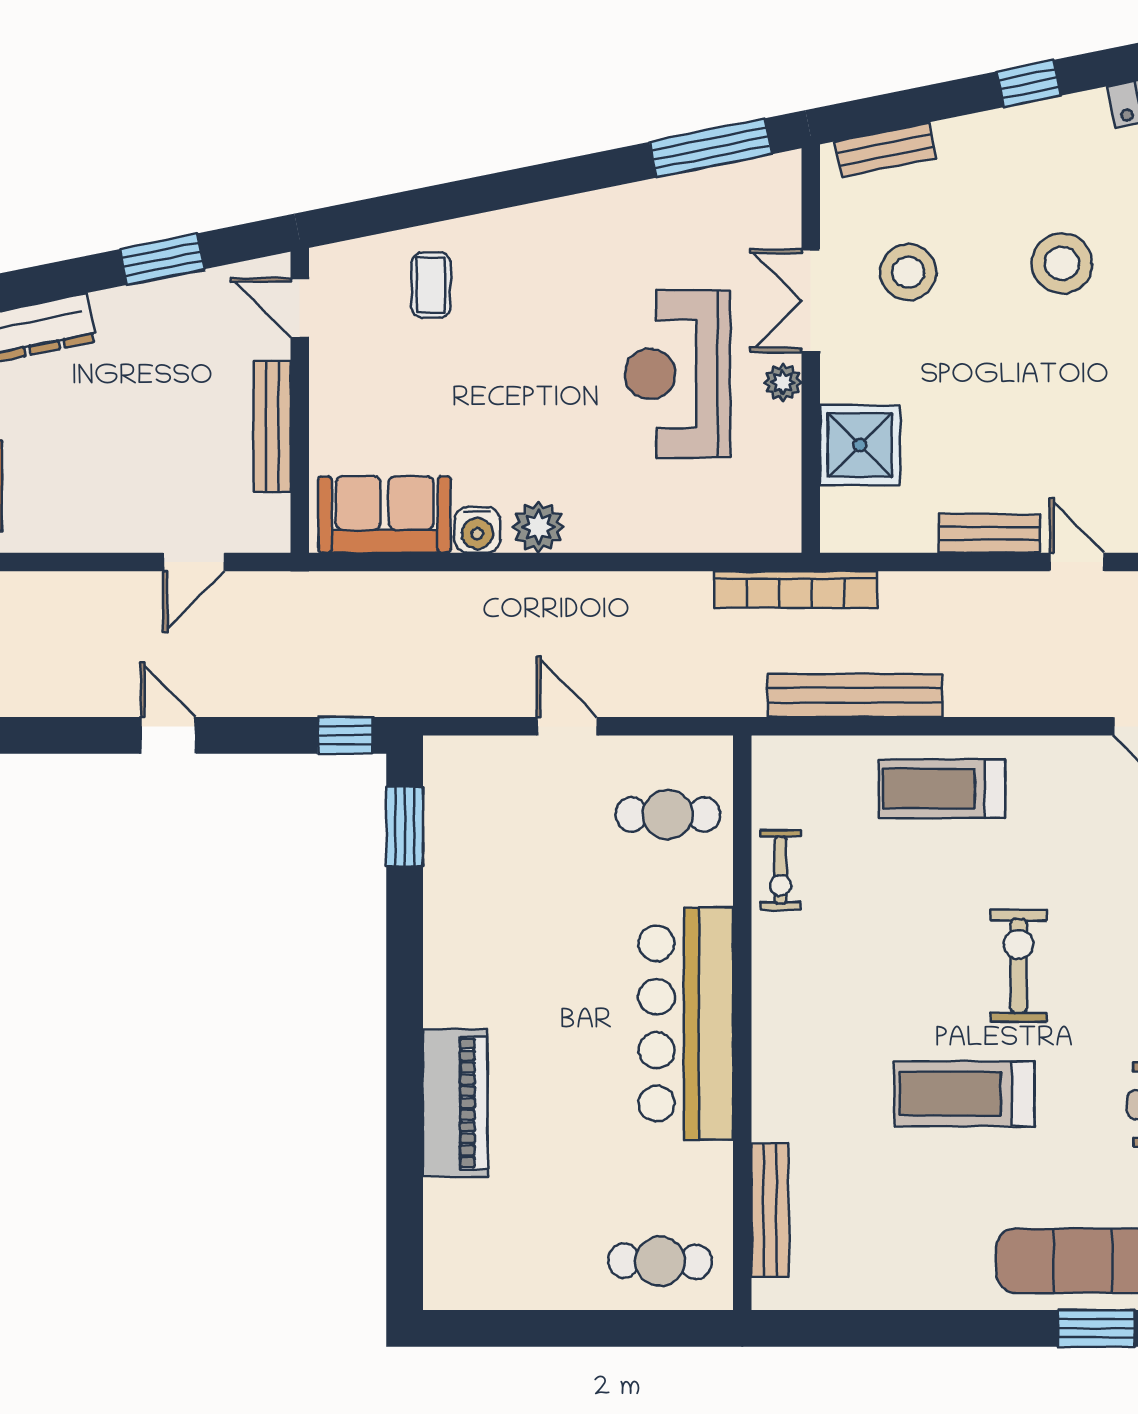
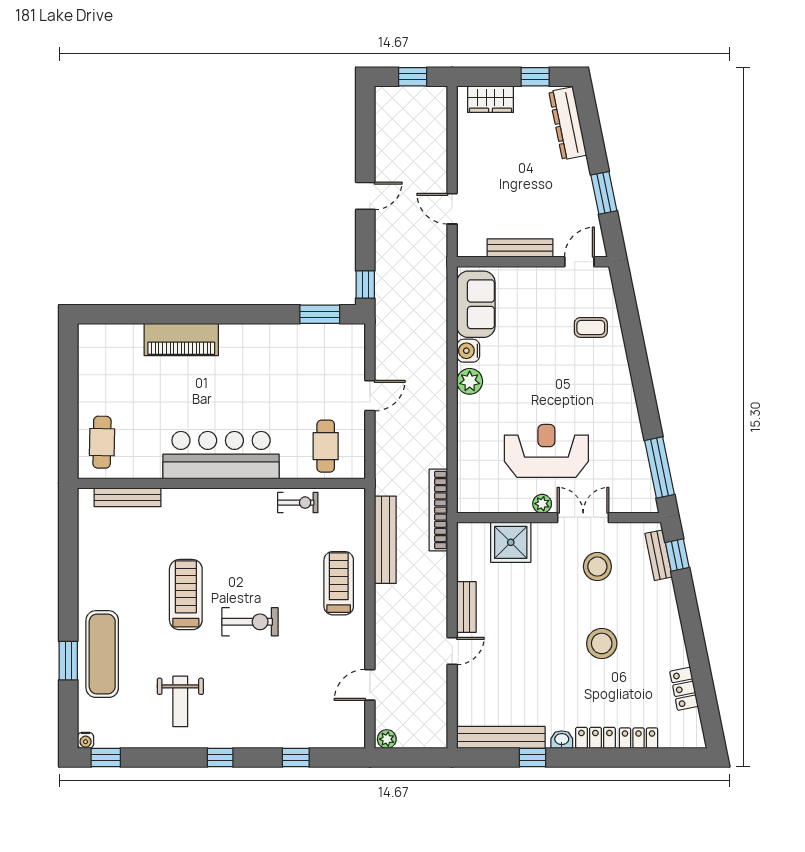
window: (1029, 84) -> (677, 555), moved
exercise bike: (781, 870) -> (298, 503), turned 180

